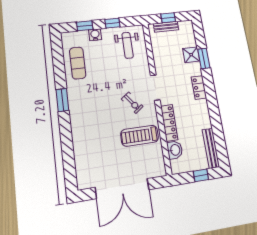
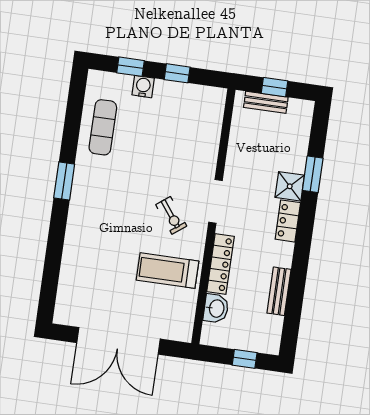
weight bench: (128, 45) -> (191, 118), removed
shower: (191, 55) -> (290, 186), moved
bench: (211, 148) -> (279, 291), moved, width x0.73

